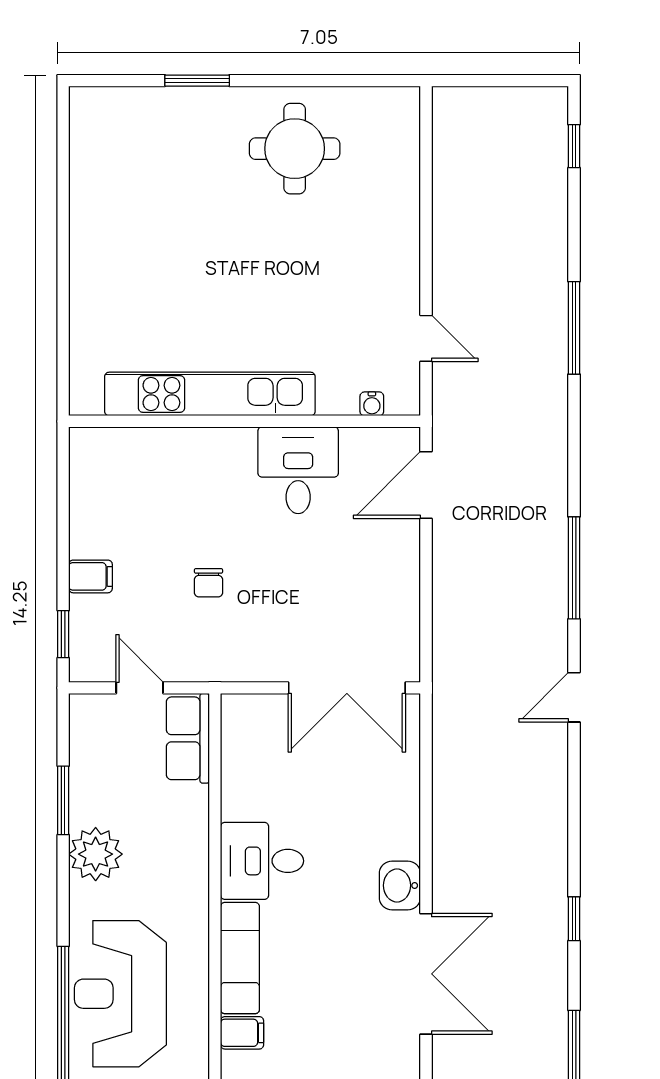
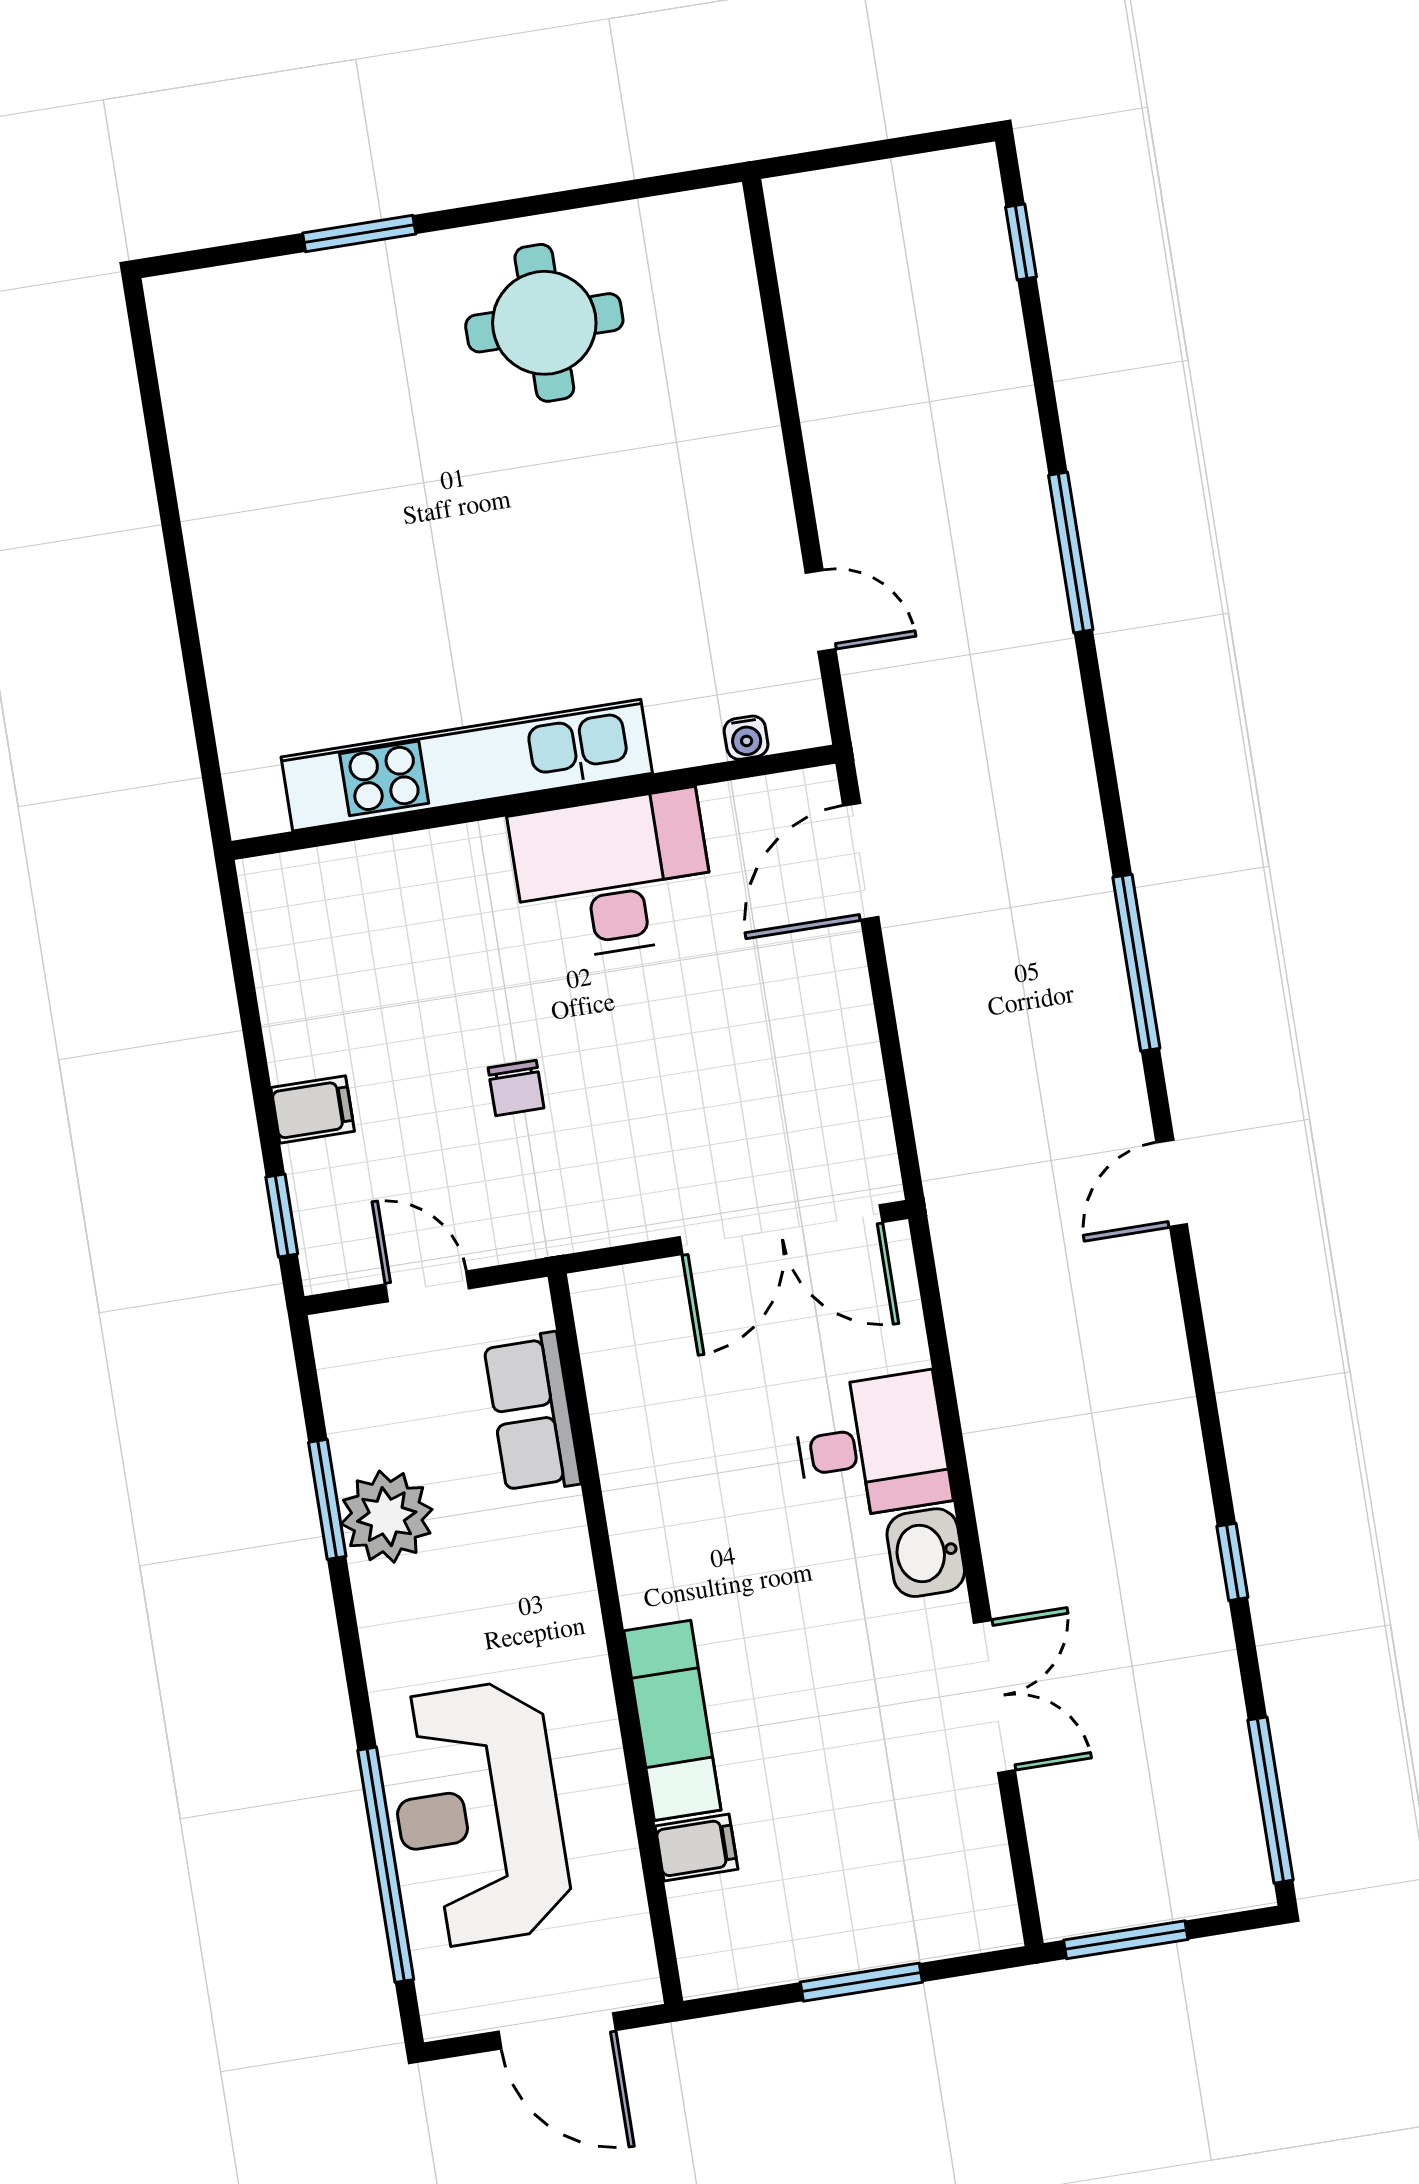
desk: (298, 470) -> (613, 875), width x1.37
row of seats: (188, 738) -> (532, 1413), moved
plant: (96, 854) -> (387, 1517), moved
desk: (262, 861) -> (872, 1446), moved, turned 180
double door: (426, 974) -> (994, 1696), width x0.73

